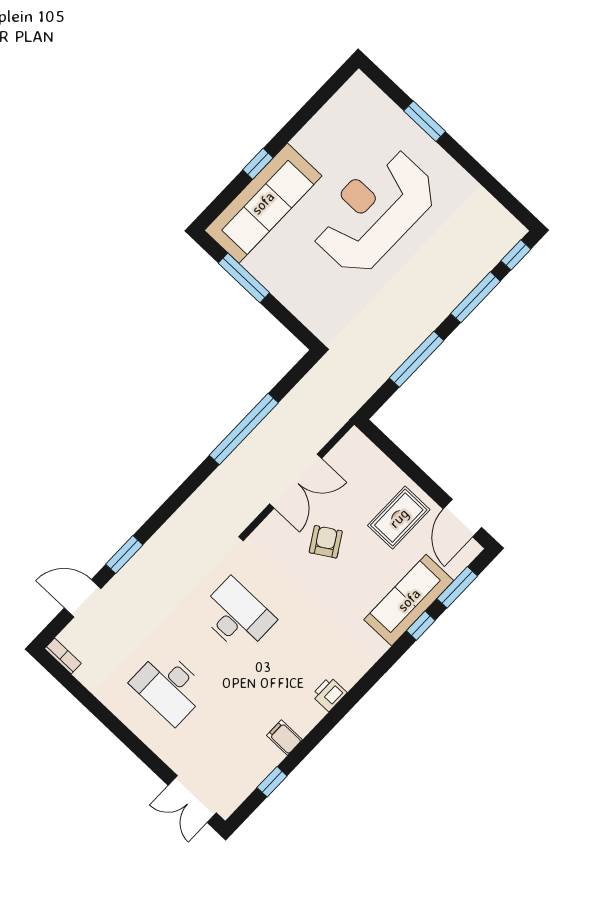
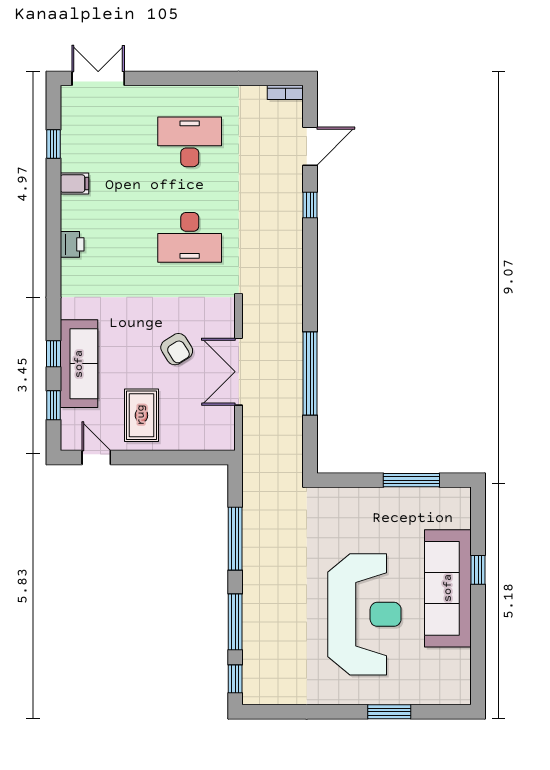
sofa: (263, 203) -> (448, 588), moved
door: (462, 518) -> (96, 457), width x0.73
window: (124, 555) -> (310, 205), width x0.67
window: (457, 587) -> (54, 405), width x0.67

